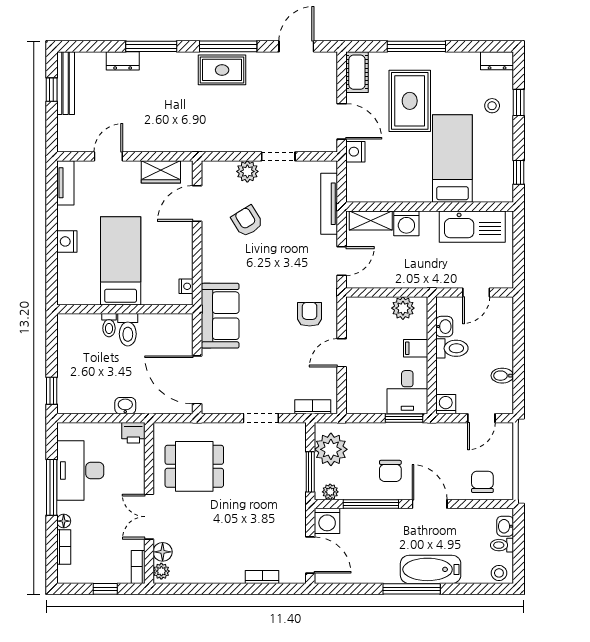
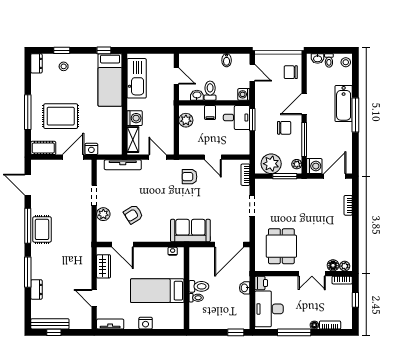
bed: (452, 159) -> (110, 80), moved, turned -90
desk: (80, 471) -> (269, 309), moved, turned 90

